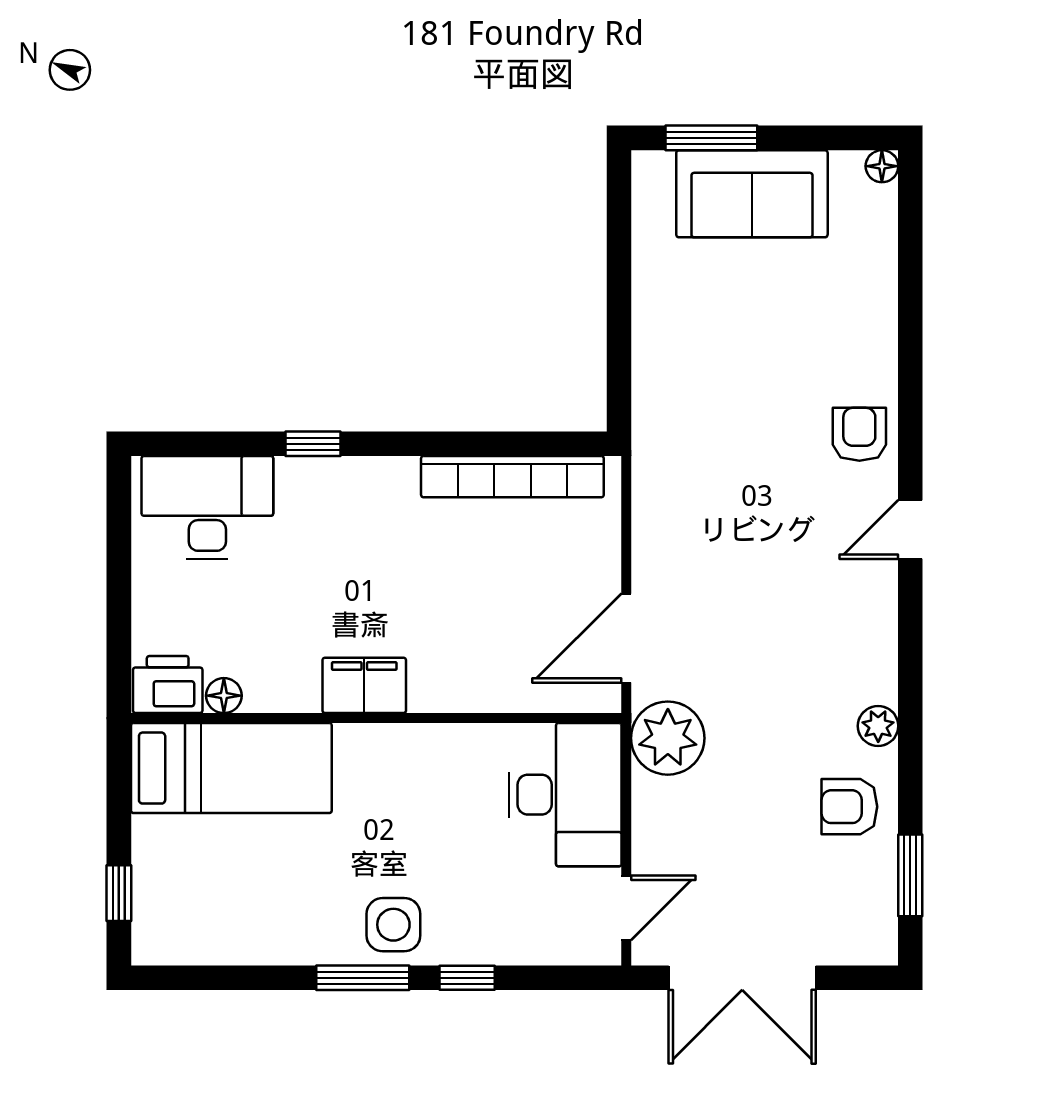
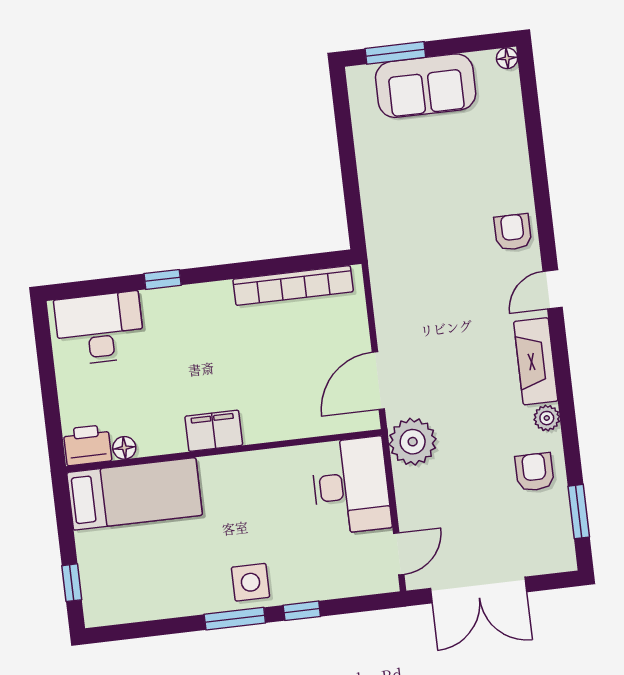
fireplace: (871, 637) -> (536, 361), added
armchair: (849, 807) -> (534, 472), turned 90

